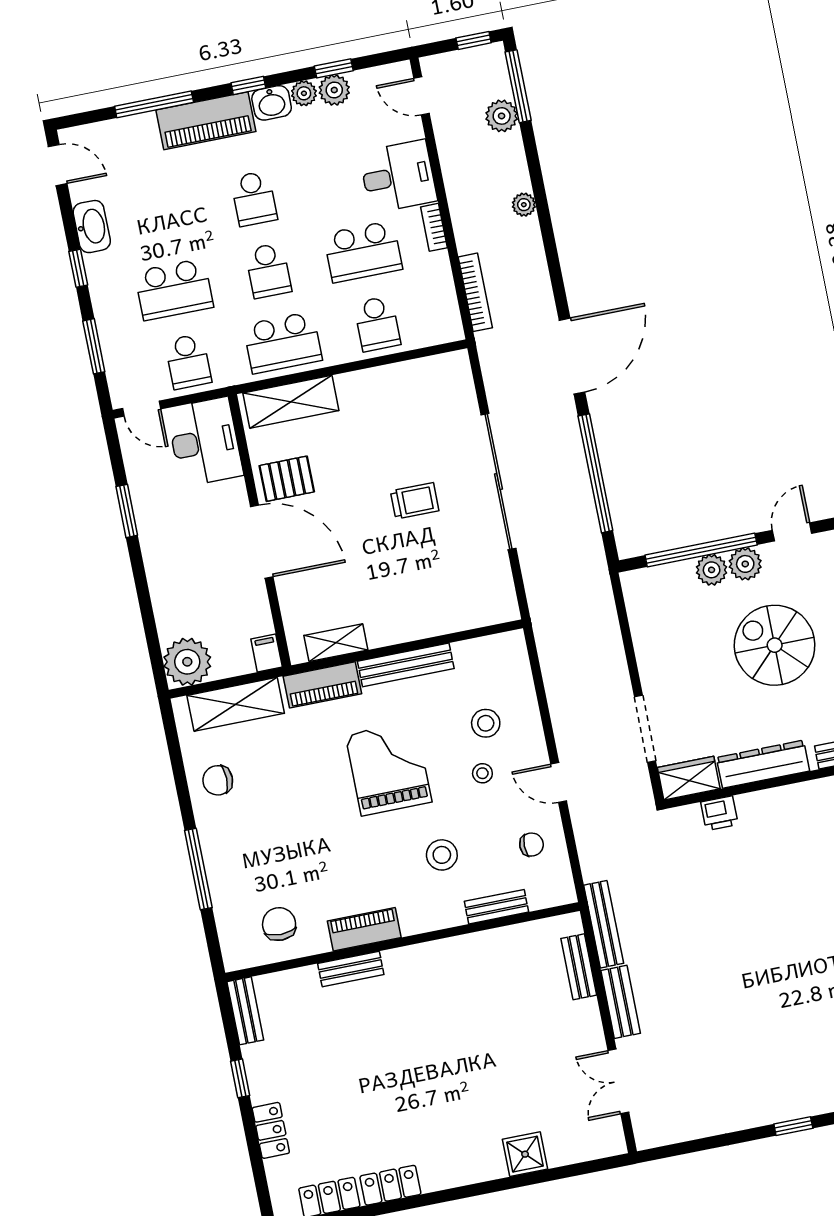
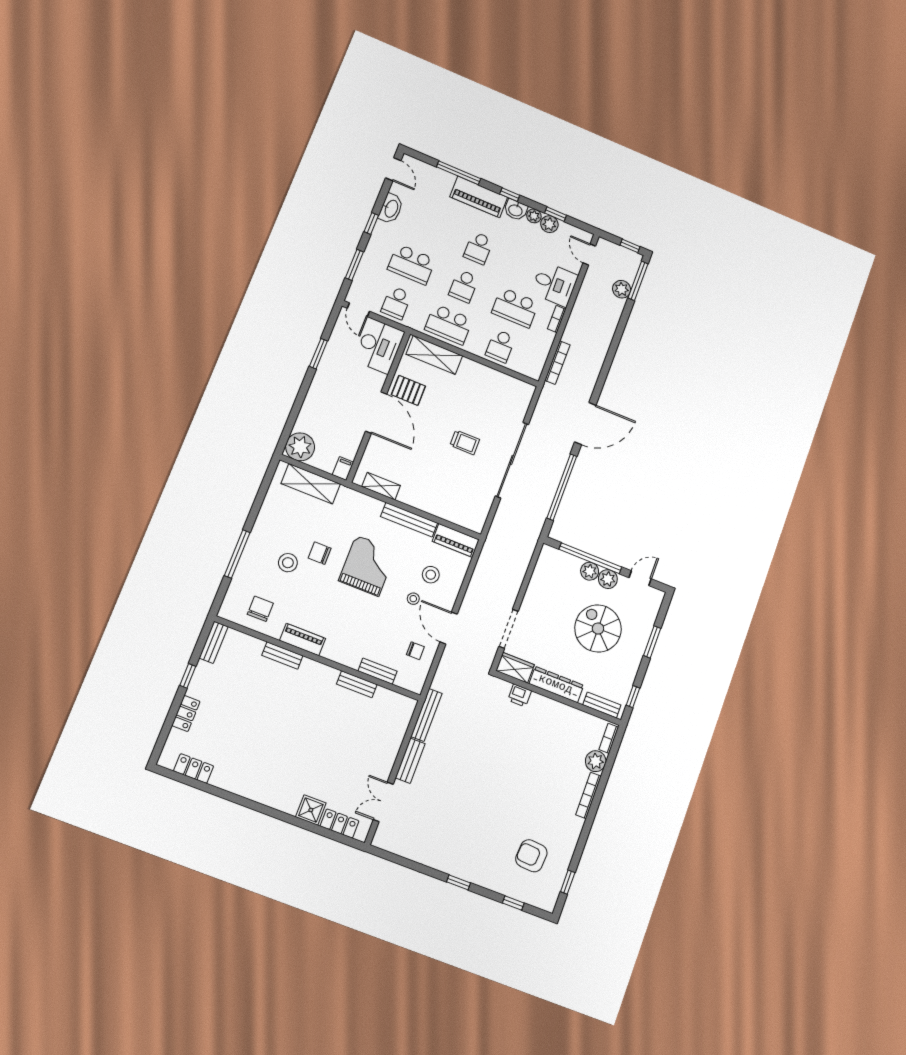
plant: (524, 205) -> (606, 337), removed
piano: (322, 685) -> (456, 540), moved
chair: (218, 780) -> (320, 553), moved
door: (559, 783) -> (449, 628), width x1.38
stool: (442, 855) -> (288, 563), moved
bench: (579, 967) -> (357, 684), moved, turned 90
locker: (390, 1185) -> (339, 824), moved

